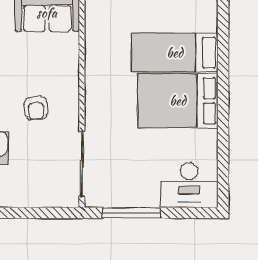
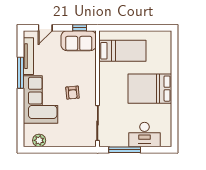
bed: (175, 53) -> (122, 51), moved, turned 180
desk: (189, 185) -> (144, 135), moved

